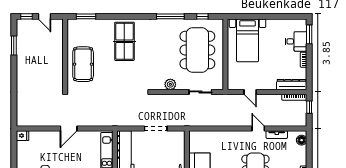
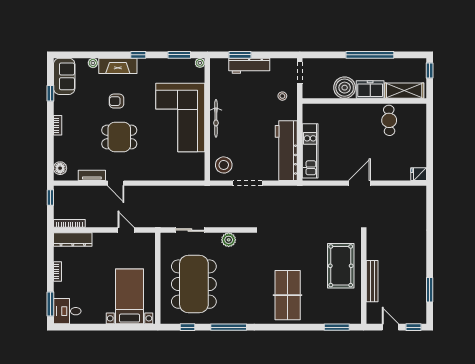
desk: (296, 41) -> (67, 311), moved
bench: (59, 52) -> (372, 281), added
window: (309, 107) -> (50, 197), moved
stool: (174, 143) -> (224, 165), added

